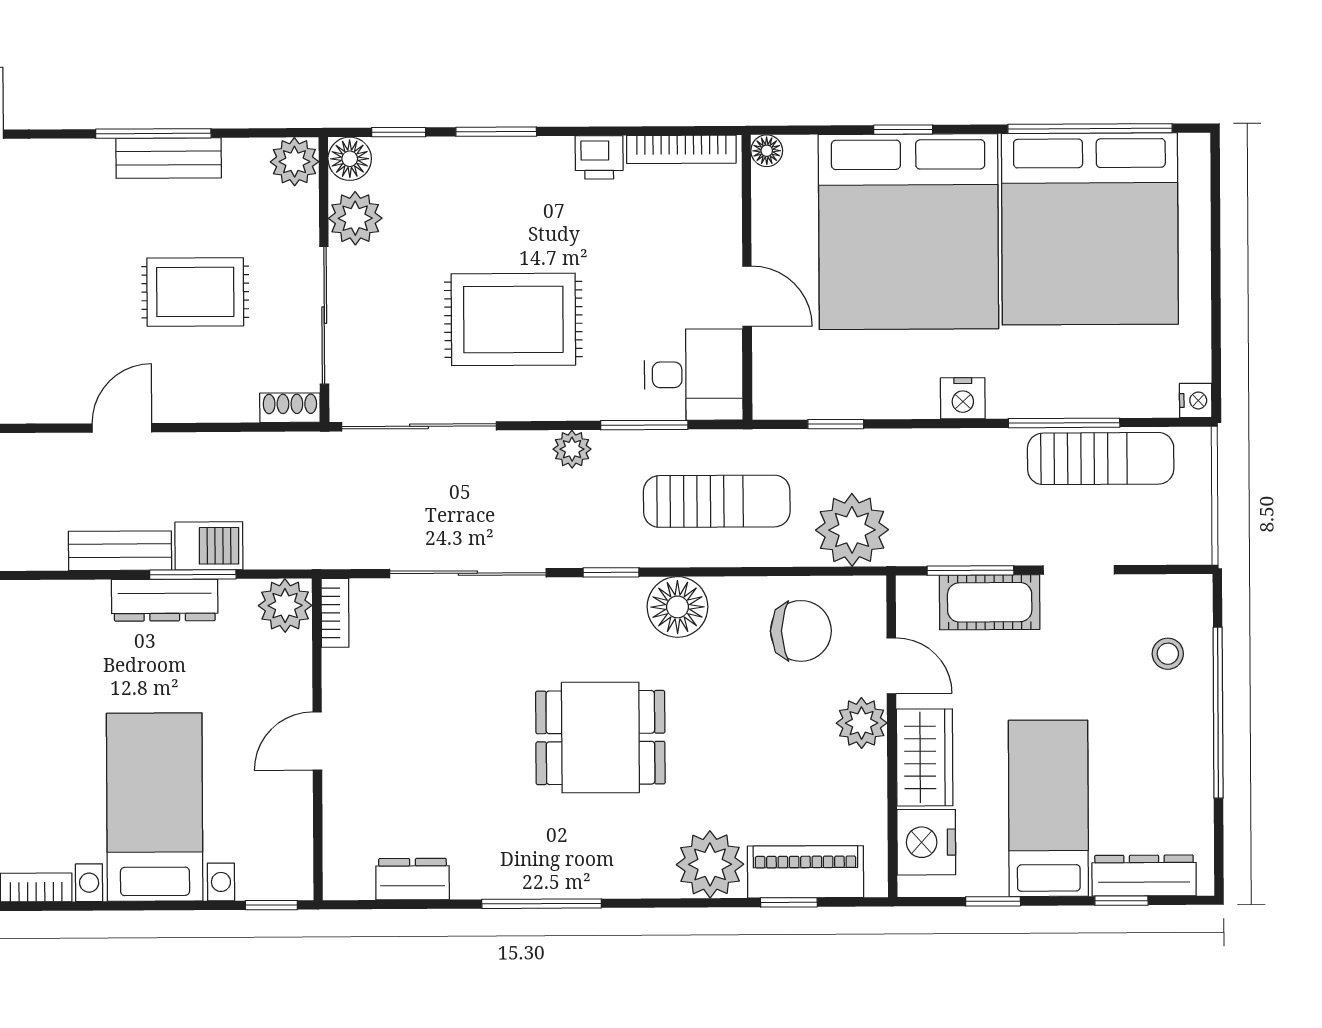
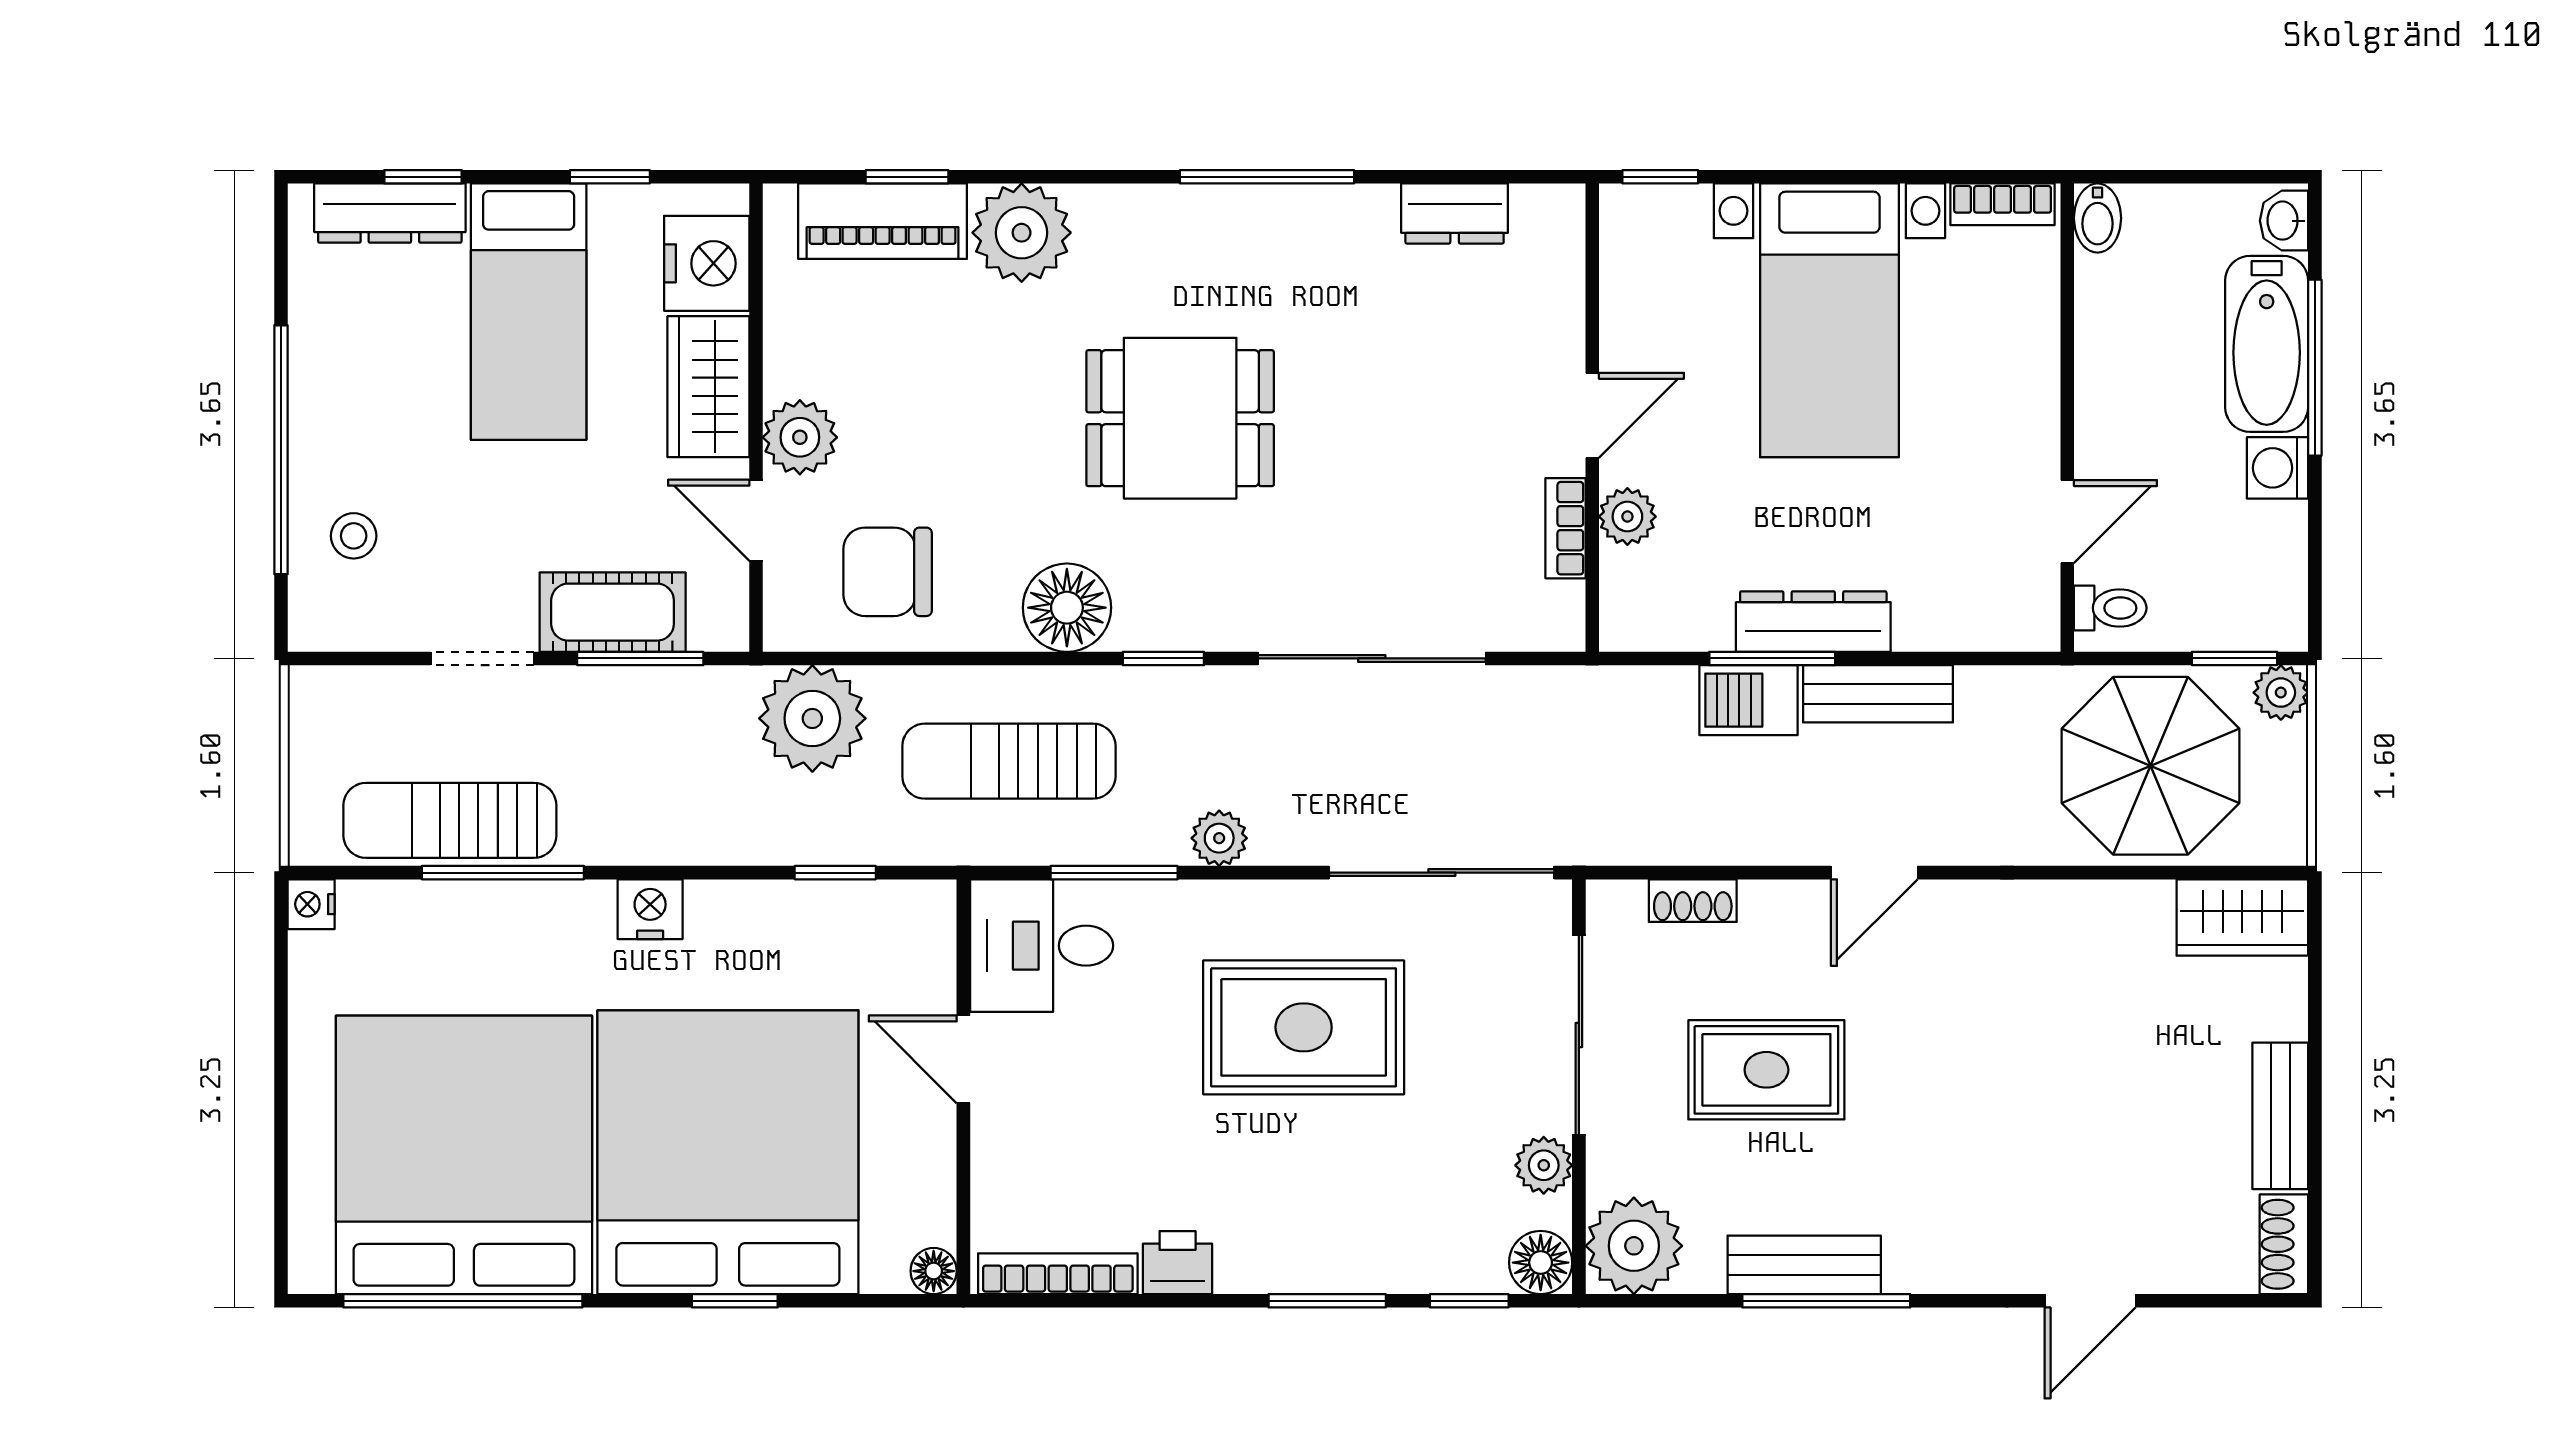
plant: (294, 162) -> (1634, 1246), width x1.36, depth x1.36
plant: (355, 218) -> (1544, 1165), width x0.73, depth x0.73
shoe rack: (290, 408) -> (1693, 901), moved
plant: (285, 606) -> (1627, 517), moved, width x0.73, depth x0.73
bookcase: (335, 613) -> (1566, 528), moved

